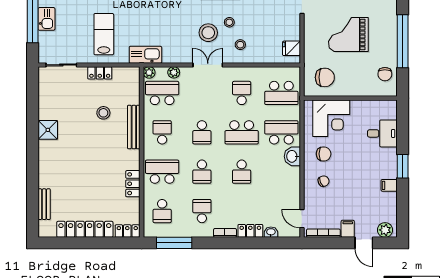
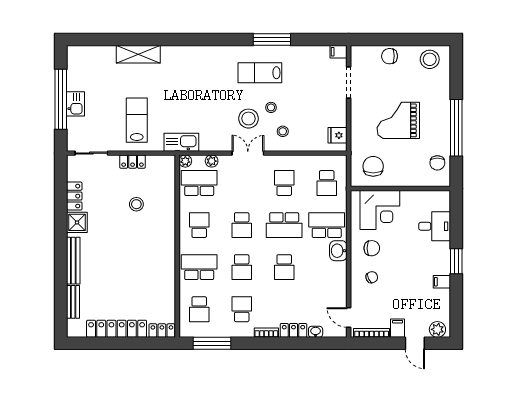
chair: (325, 77) -> (373, 166), turned -90
school desk: (281, 93) -> (327, 183), width x0.54
bench: (134, 127) -> (73, 261), moved
locker: (133, 184) -> (74, 196), moved, turned 180

